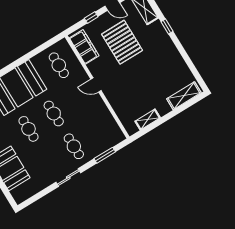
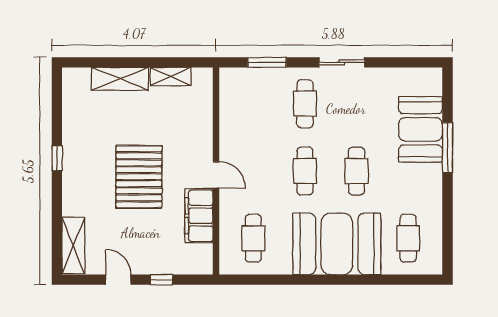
window: (167, 27) -> (57, 158), moved
pallet: (122, 42) -> (139, 177), moved
filing cabinet: (84, 47) -> (199, 216), moved
shelving: (184, 96) -> (120, 79), moved

